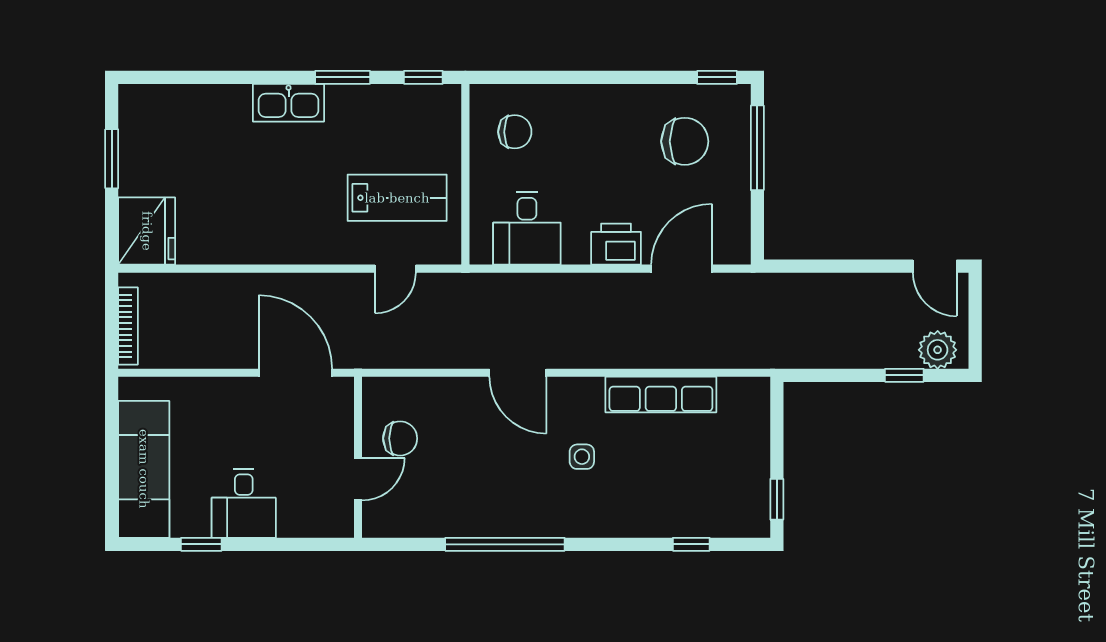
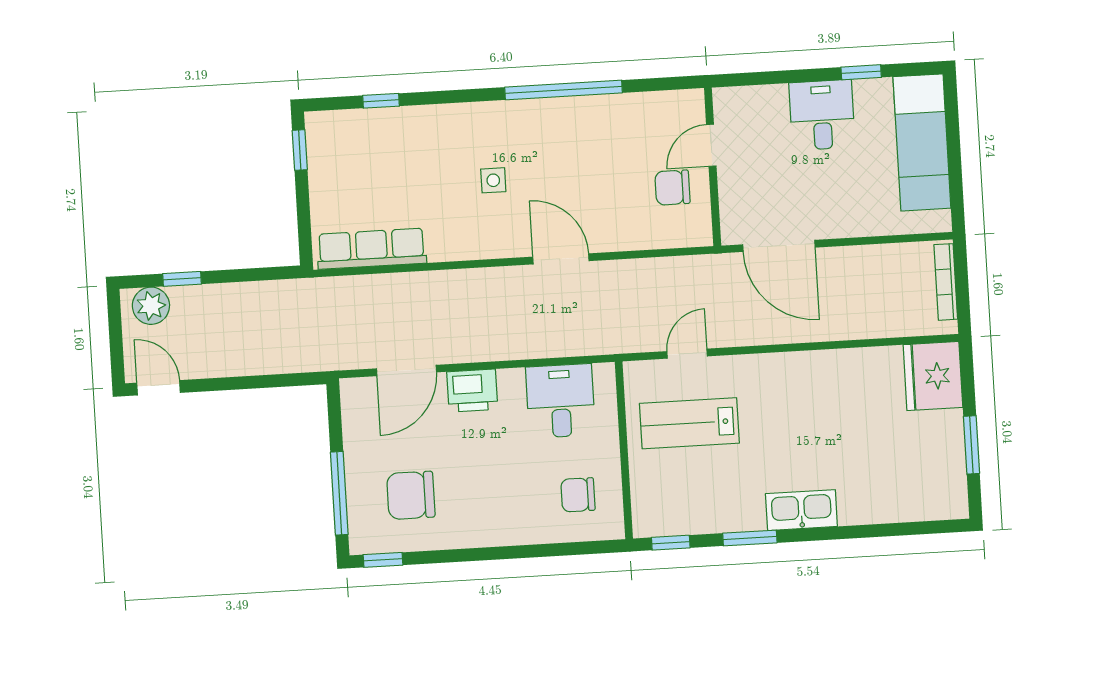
row of seats: (661, 394) -> (372, 249), moved

